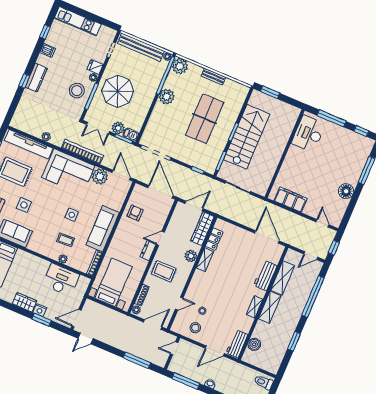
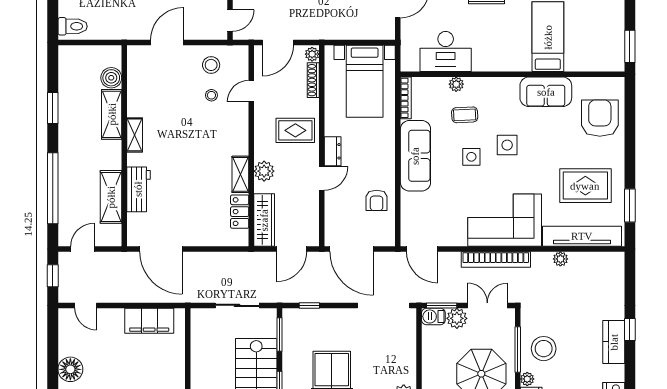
plant: (100, 176) -> (453, 233), removed
side table: (24, 205) -> (507, 145), moved
shelving: (270, 307) -> (112, 114), moved
workbench: (237, 344) -> (138, 67), removed

